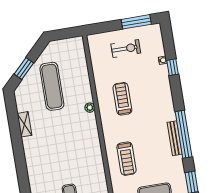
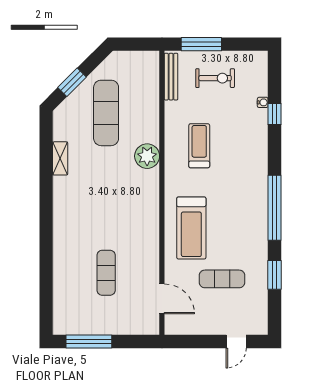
window: (136, 22) -> (201, 44), moved
plant: (90, 108) -> (147, 156), width x1.88, depth x1.88
bench: (175, 138) -> (171, 77), moved
treadmill: (127, 159) -> (191, 228), width x1.37, depth x1.38

